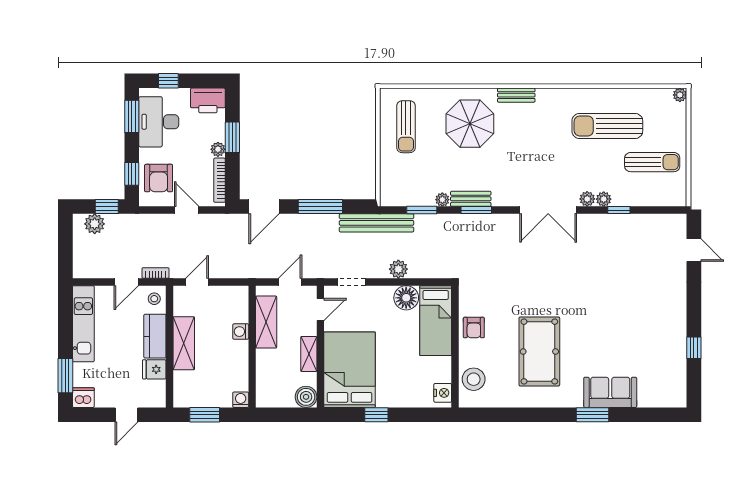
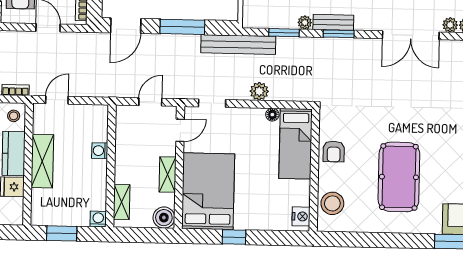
floor lamp: (406, 298) -> (272, 115), width x0.53, depth x0.53
shelving: (266, 322) -> (122, 202), moved, width x0.67, depth x0.75

